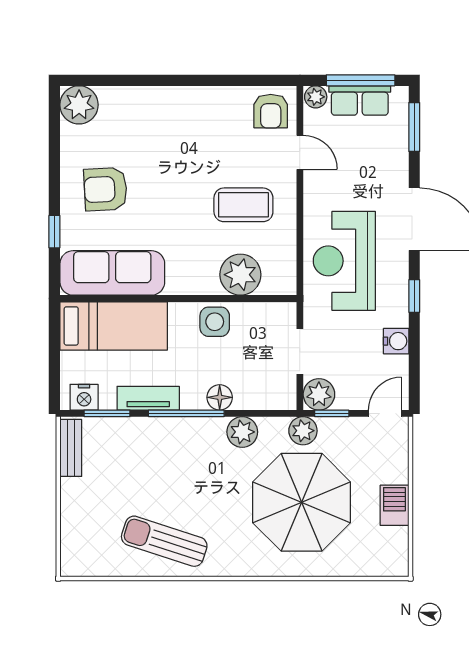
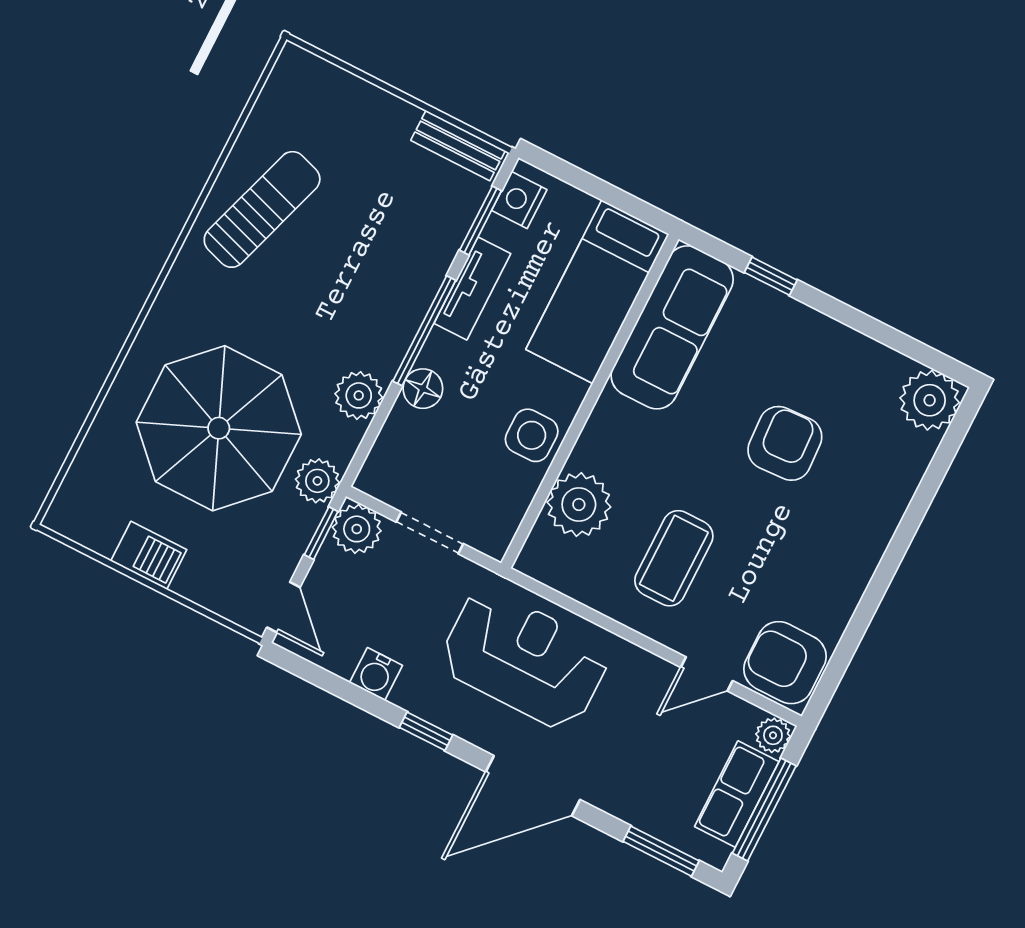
armchair: (271, 111) -> (785, 663), width x1.38, depth x1.38
armchair: (105, 189) -> (785, 443), moved

